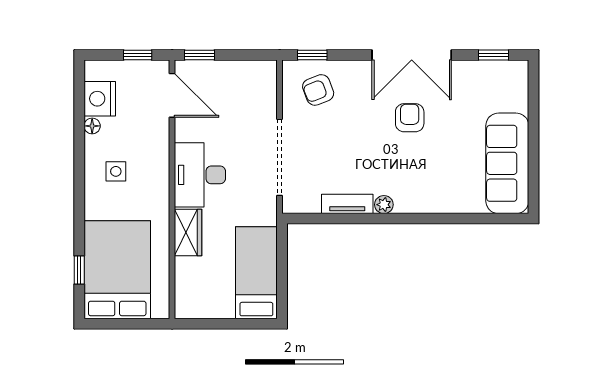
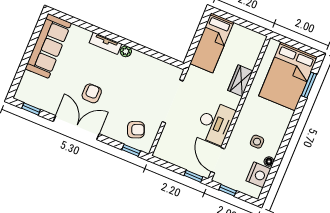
armchair: (410, 118) -> (92, 93), turned 180
side table: (116, 171) -> (257, 142), moved
desk: (200, 175) -> (215, 123), moved
tv unit: (347, 204) -> (105, 43), moved
window: (79, 270) -> (309, 85), width x1.50

